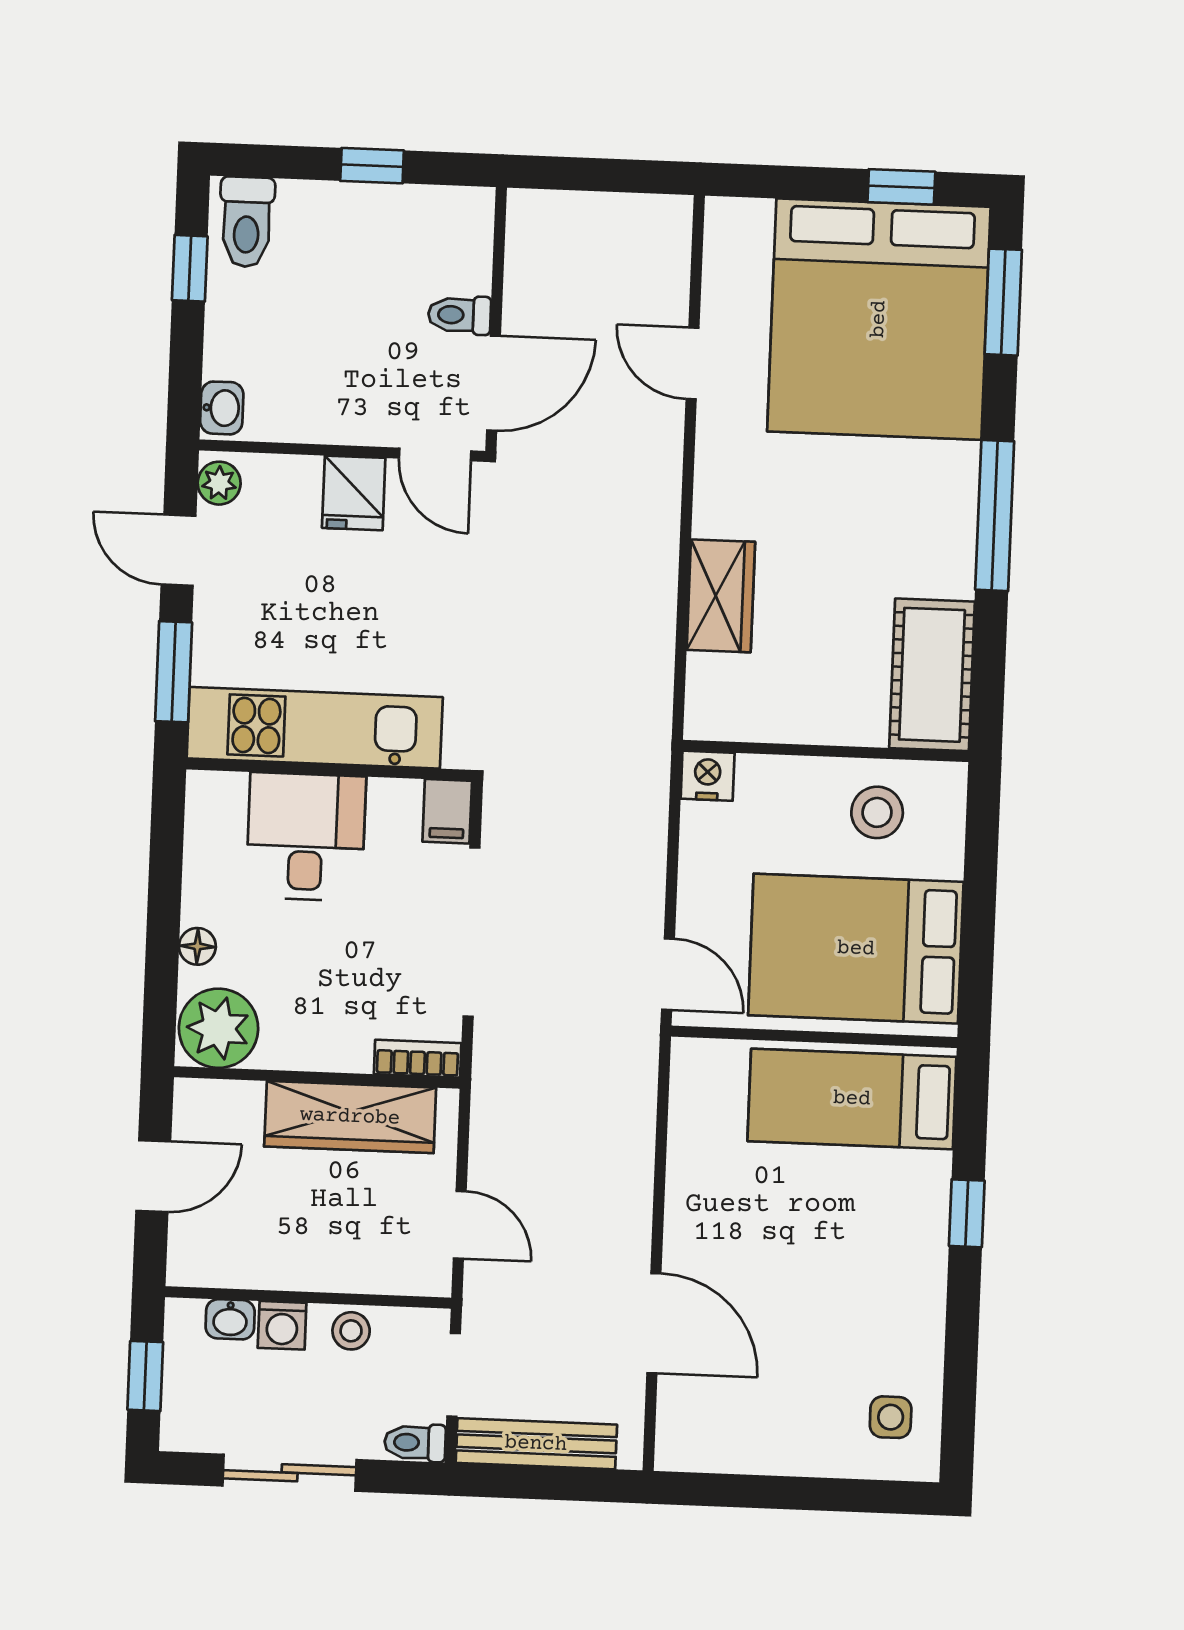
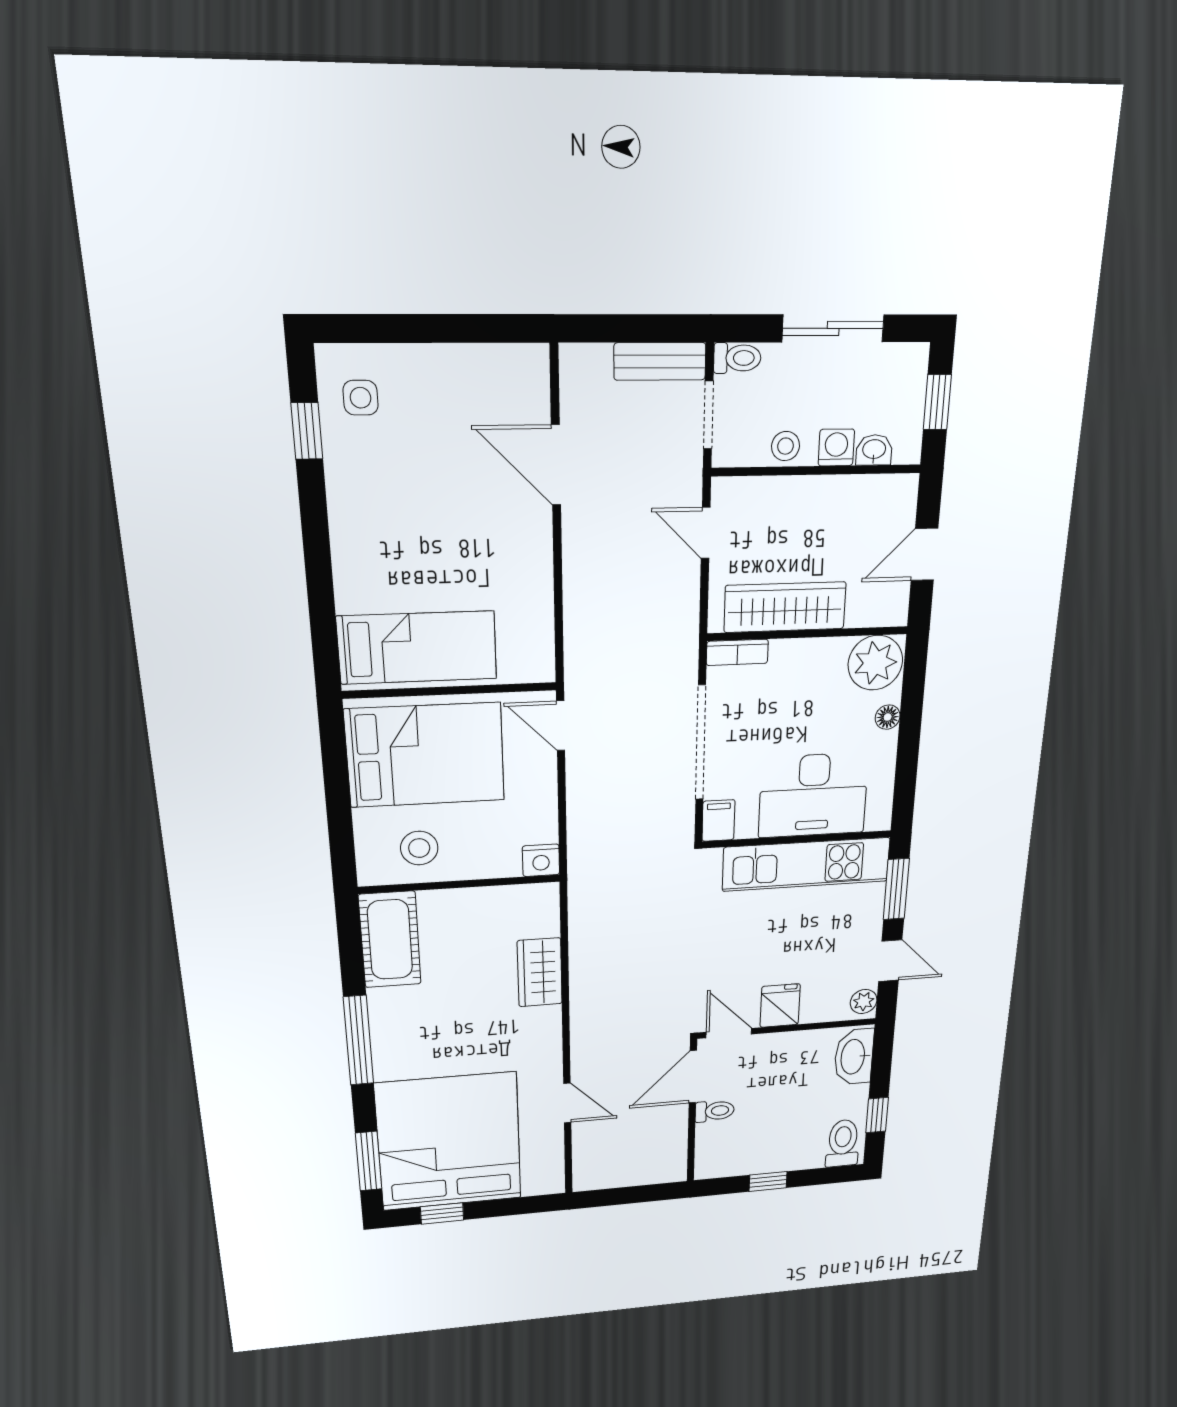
washbasin: (222, 408) -> (854, 1057), width x1.91, depth x1.45
desk: (306, 837) -> (813, 795), width x1.37
window: (967, 1213) -> (307, 431), moved
bench: (536, 1444) -> (660, 361), width x0.73

